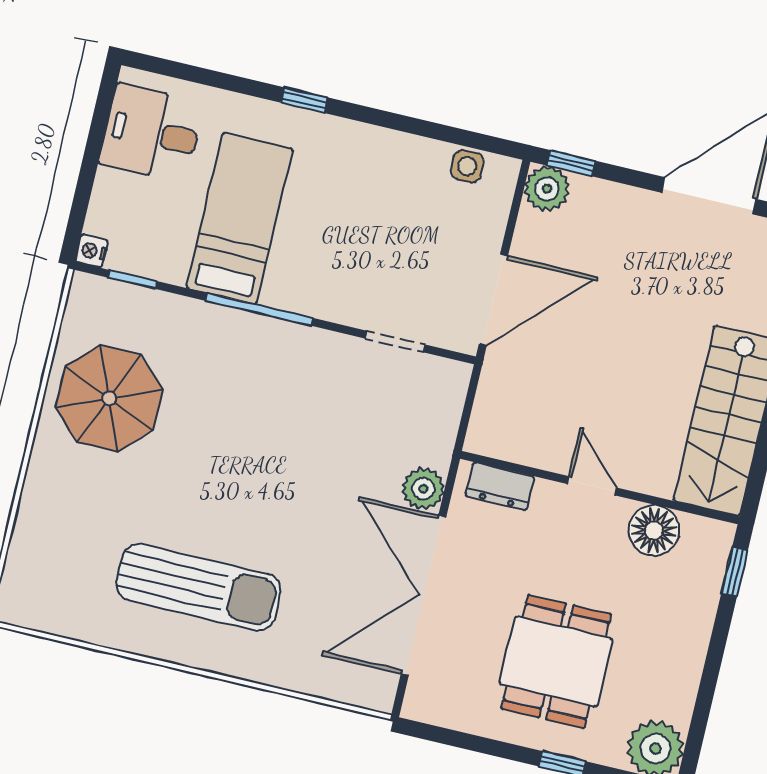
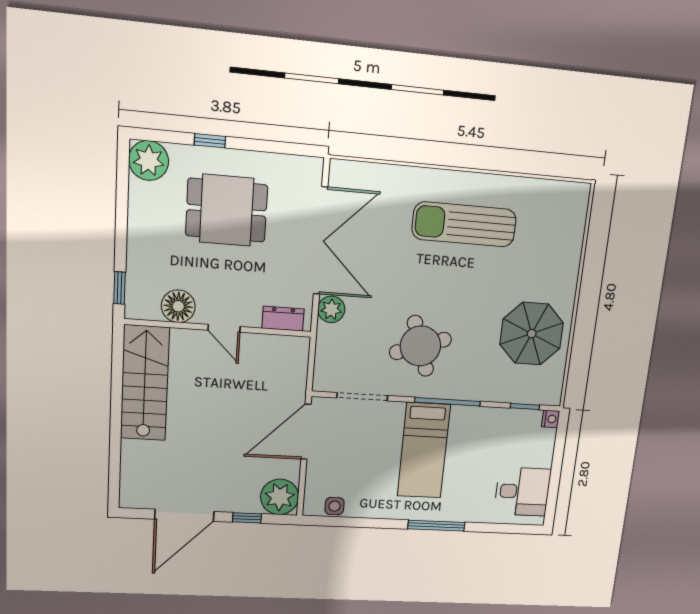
window: (304, 100) -> (436, 526), width x2.17
window: (571, 163) -> (247, 518), moved
plant: (547, 189) -> (280, 497), width x1.36, depth x1.36
bed: (240, 218) -> (424, 450), moved
doorway: (395, 342) -> (362, 397), width x1.38
round table: (291, 408) -> (420, 346), added
dining table: (556, 661) -> (227, 210), turned 90

